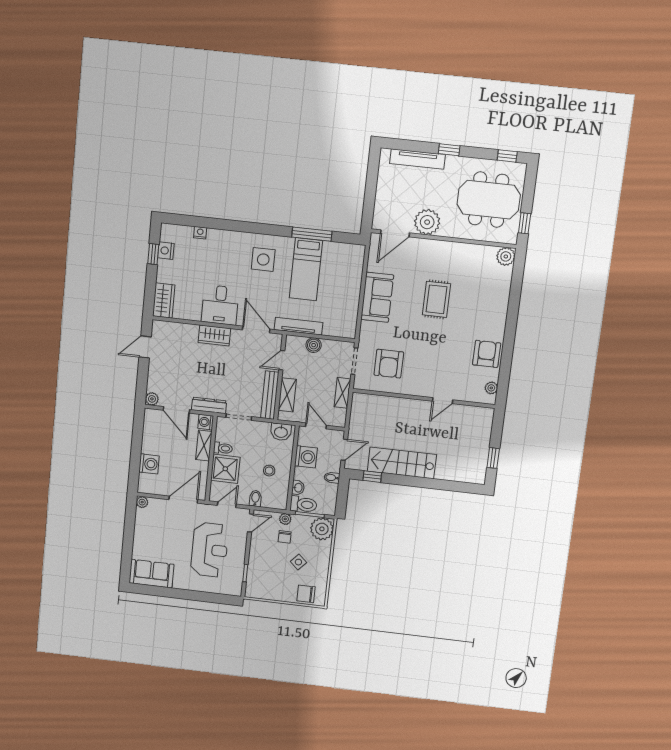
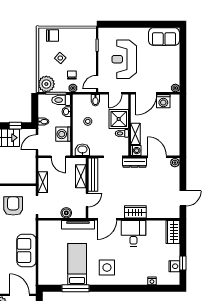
door: (395, 233) -> (19, 295), hinge flipped
door: (256, 330) -> (107, 219), hinge flipped
washing machine: (149, 464) -> (163, 101), moved, turned -90

